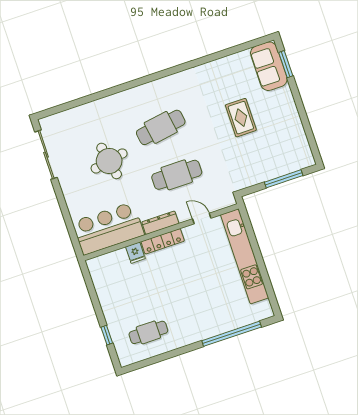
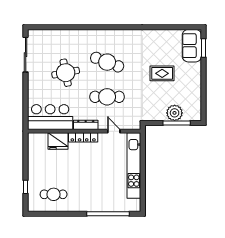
rug: (241, 118) -> (162, 73), turned 90
cafe table: (161, 127) -> (107, 62), turned 30
plant: (276, 166) -> (175, 113), added
fridge: (135, 253) -> (58, 141), width x1.88, depth x1.34

